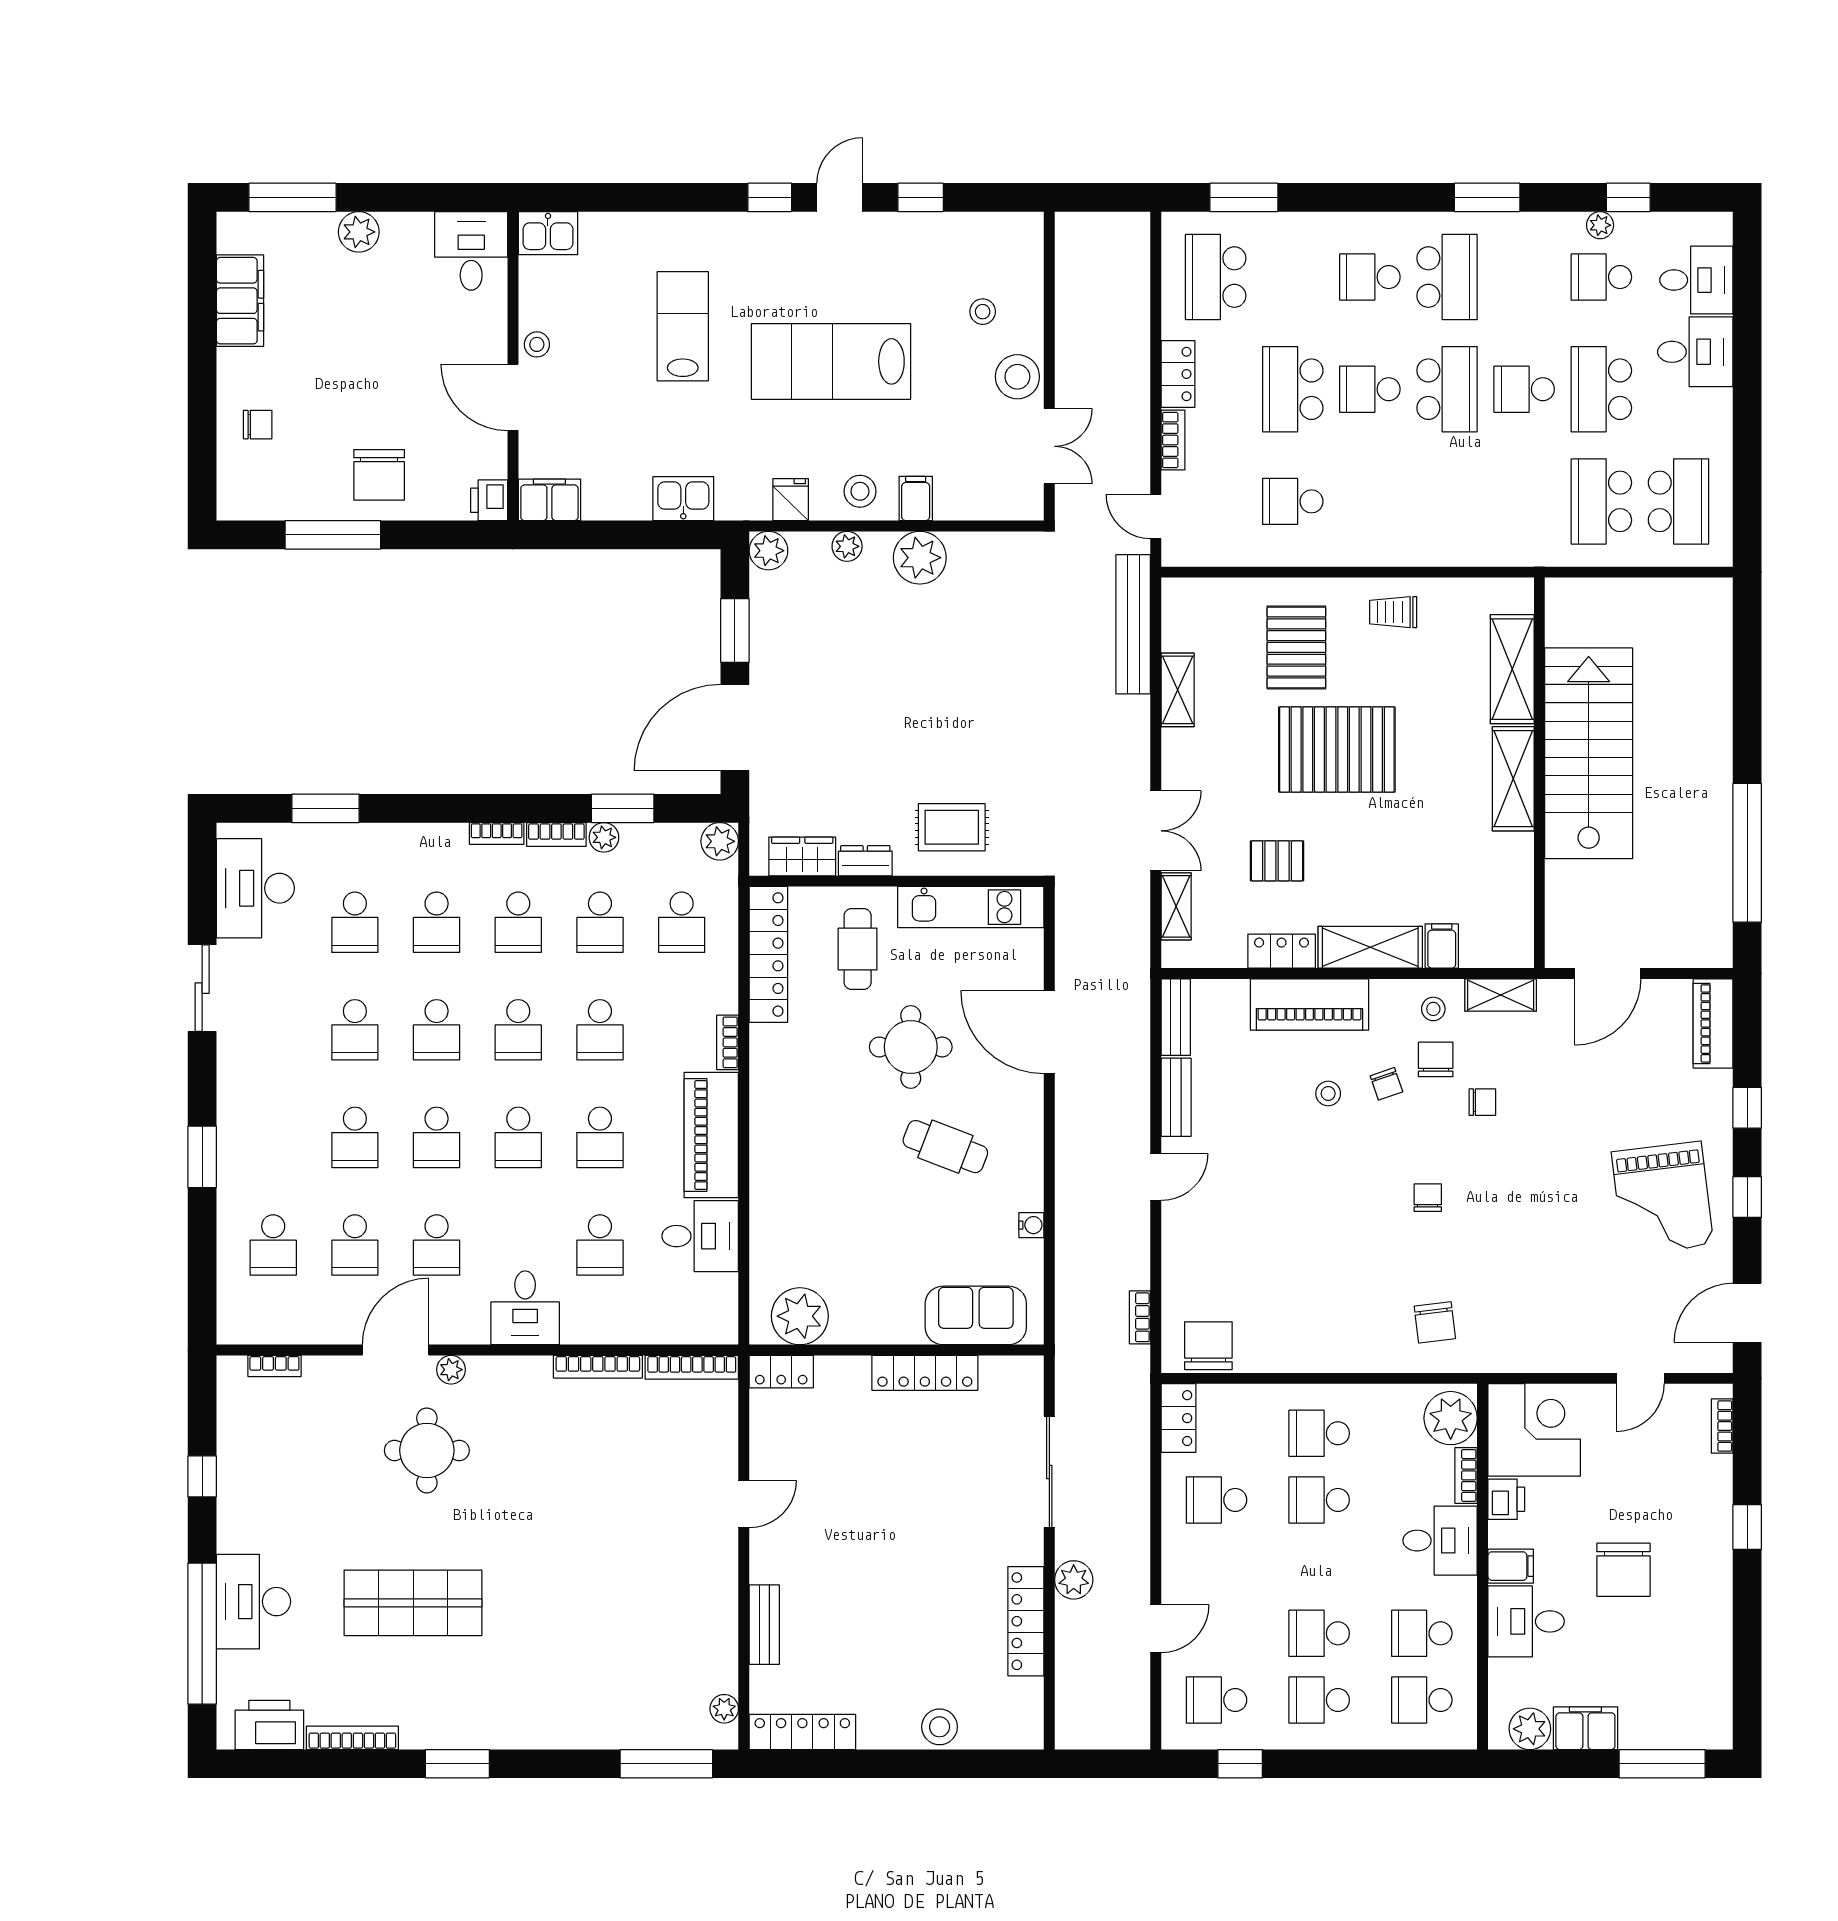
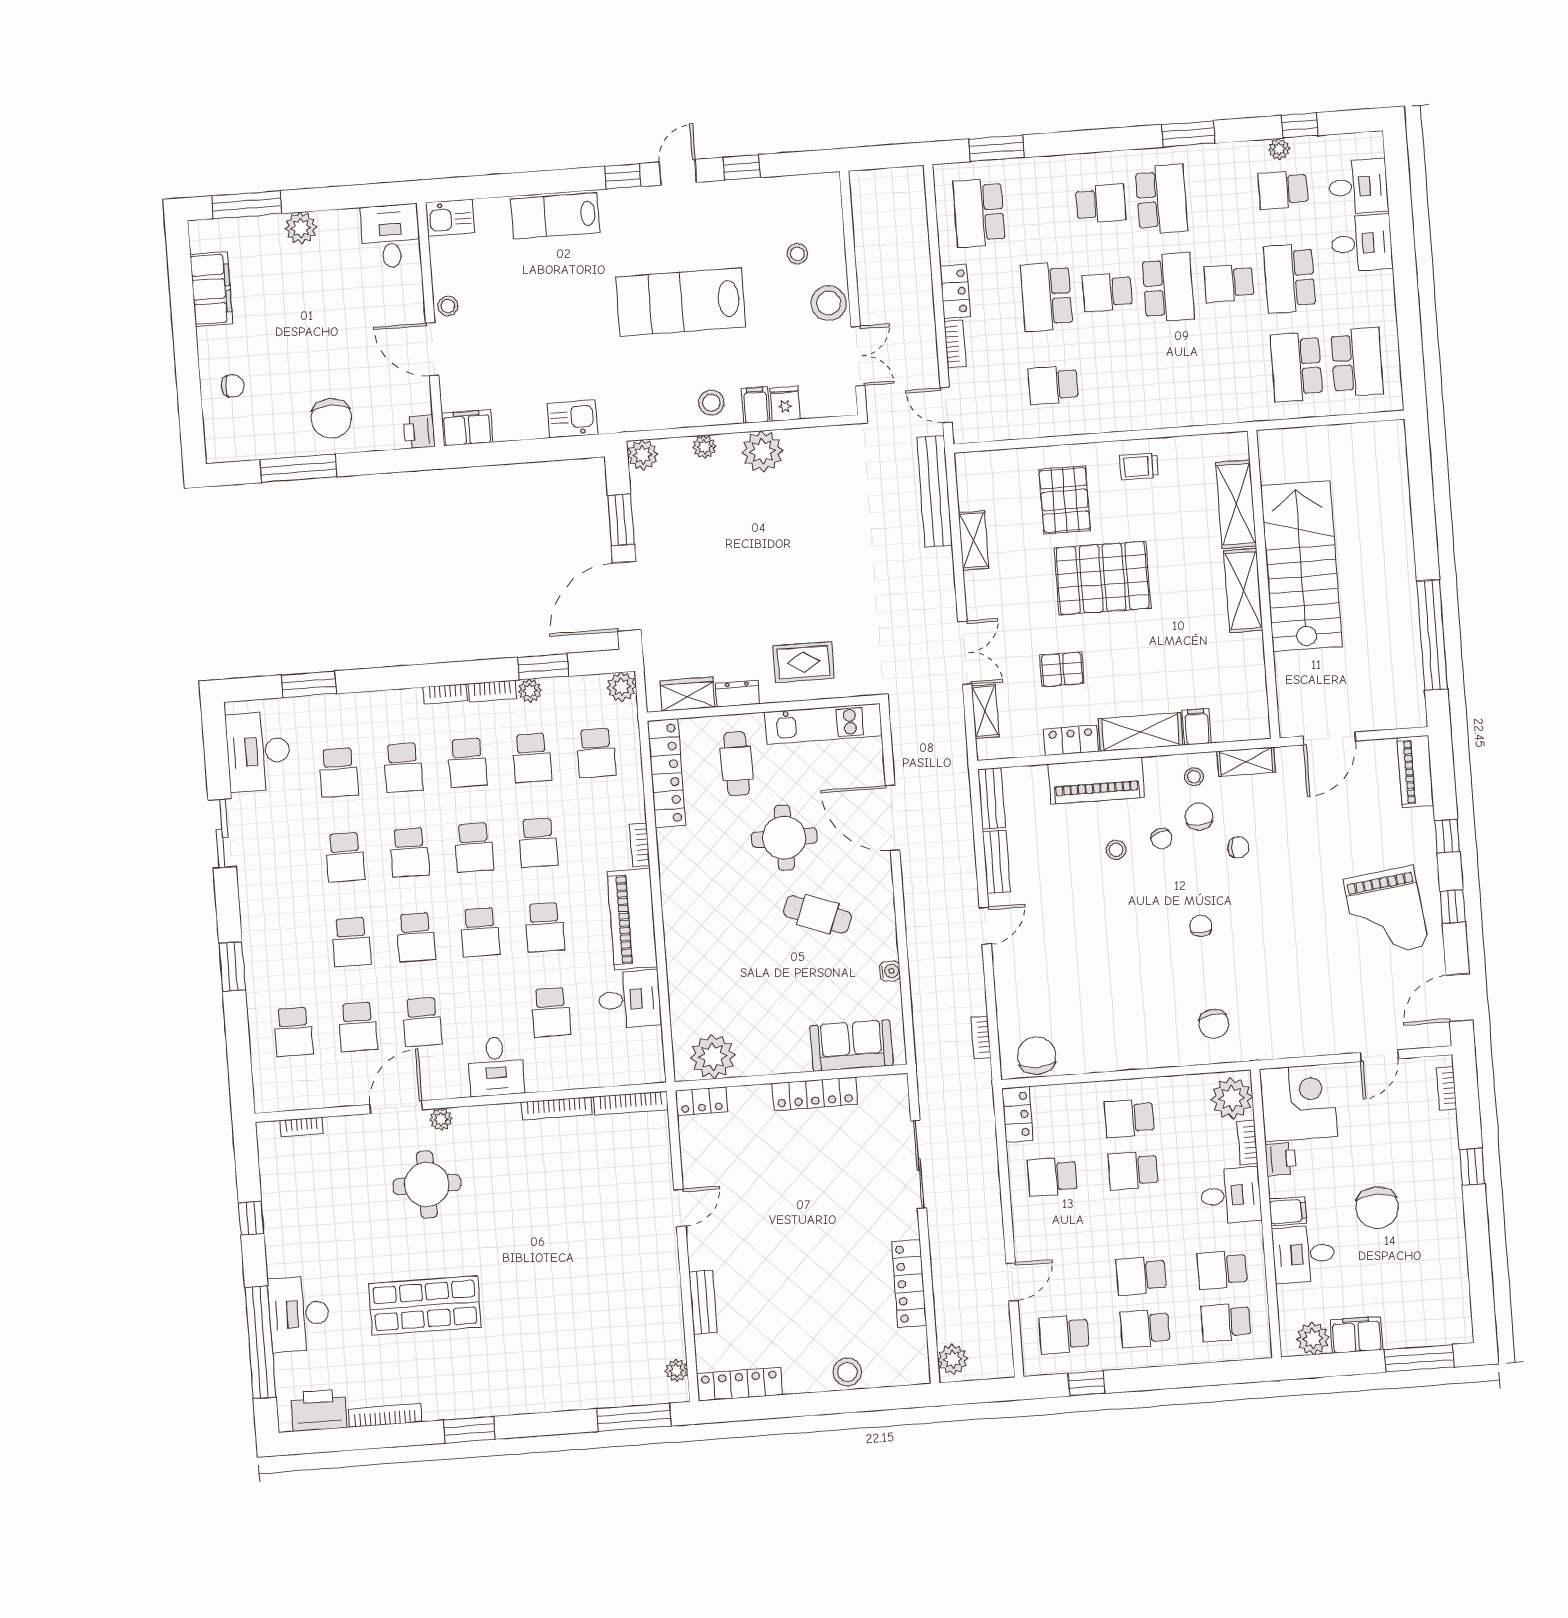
school desk: (1370, 277) -> (1101, 204), turned 180
lab bench: (683, 326) -> (555, 216), moved, turned -90
fridge: (791, 500) -> (785, 404), moved
plant: (1074, 1580) -> (953, 1359), moved

